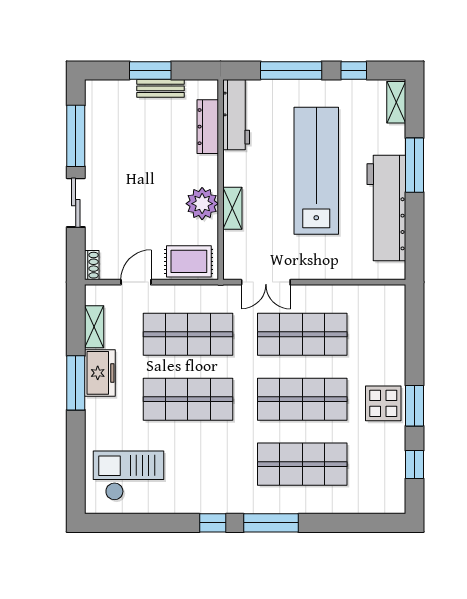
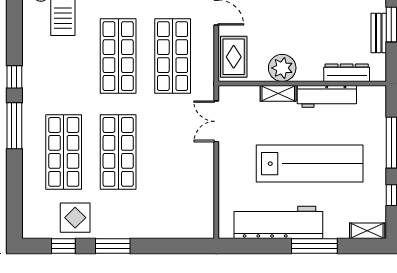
workbench: (236, 115) -> (327, 96), moved
shop shelf: (302, 334) -> (173, 152), removed
display table: (383, 403) -> (75, 218), moved

